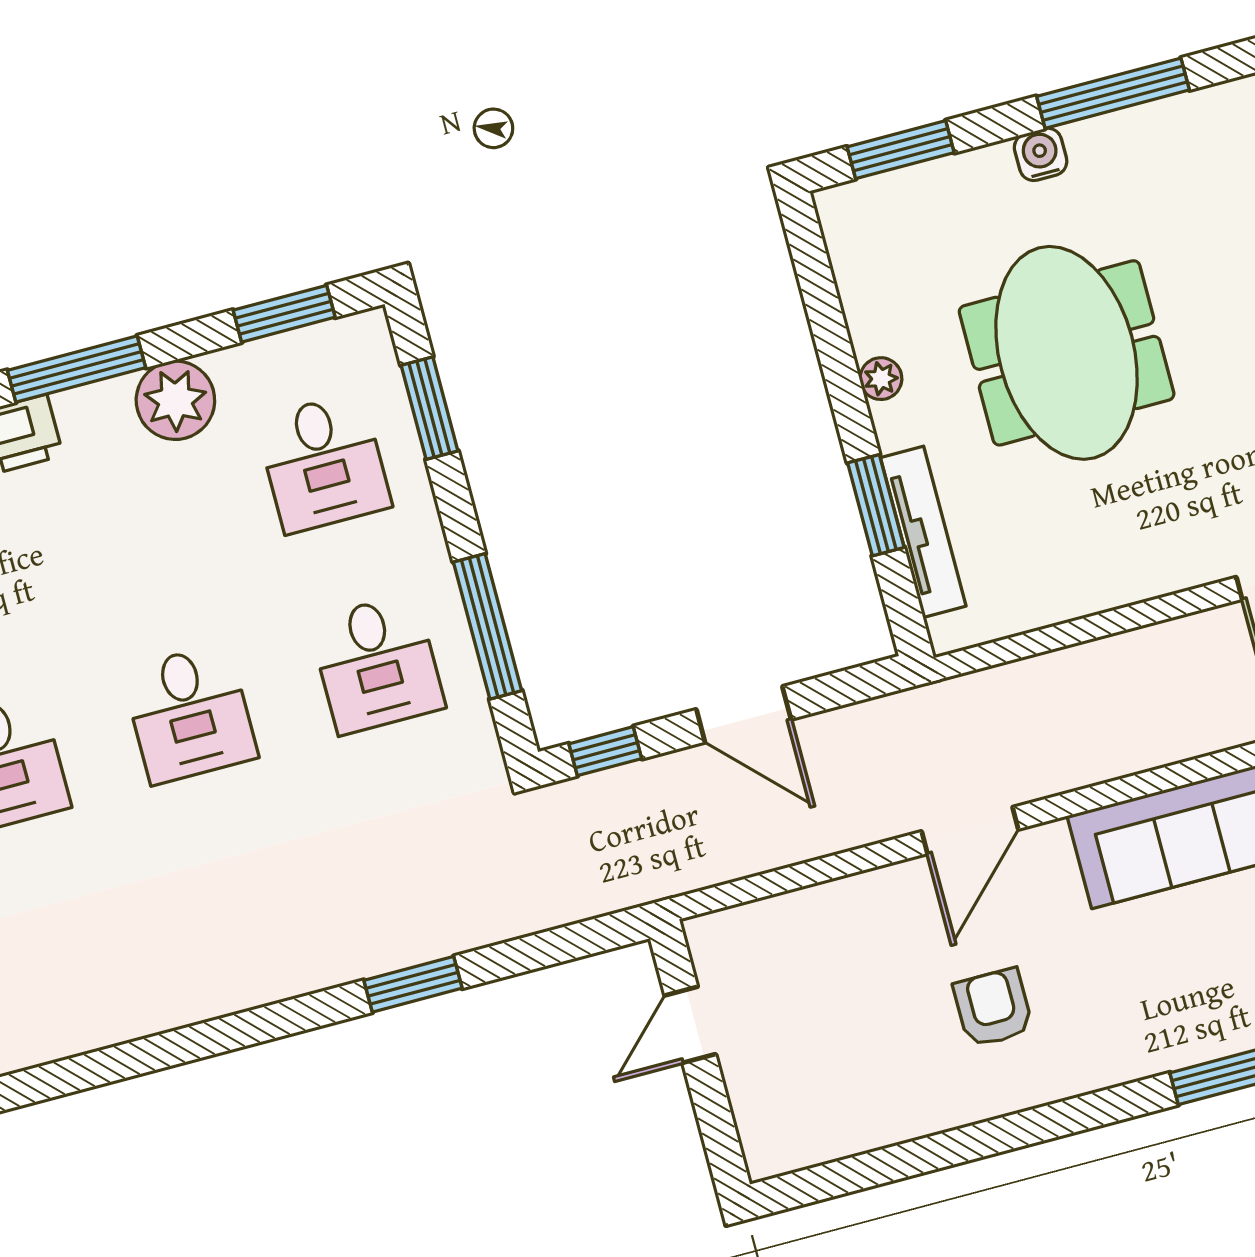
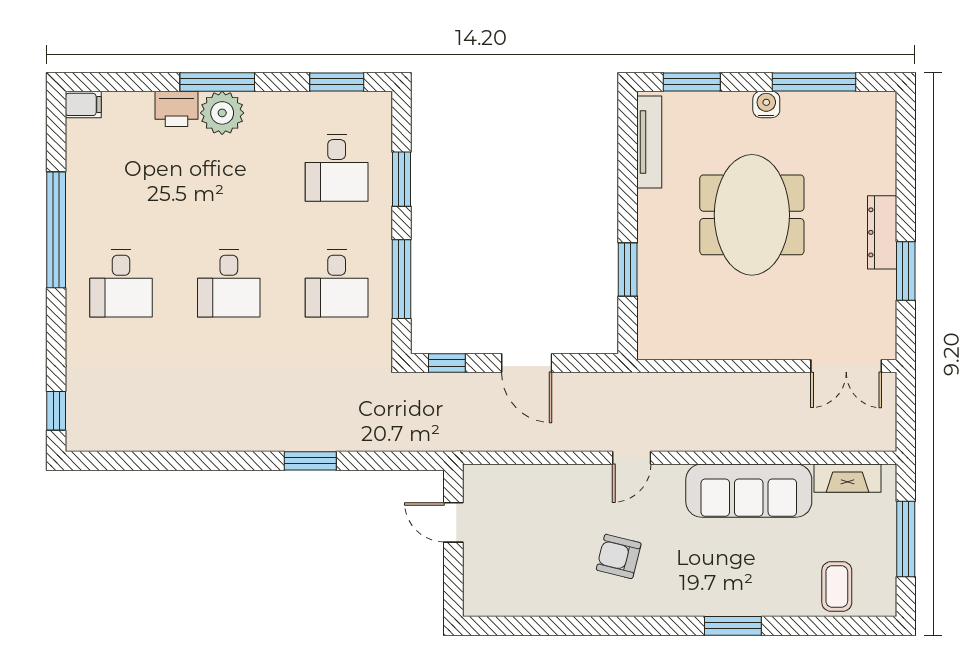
plant: (881, 379) -> (648, 202), removed
plant: (175, 400) -> (222, 113), moved
window: (429, 408) -> (401, 179), moved
tv unit: (923, 532) -> (649, 142), moved
door: (970, 830) -> (632, 458), width x0.73
armchair: (993, 1008) -> (619, 556), turned -76
door: (690, 1025) -> (453, 522), hinge flipped

